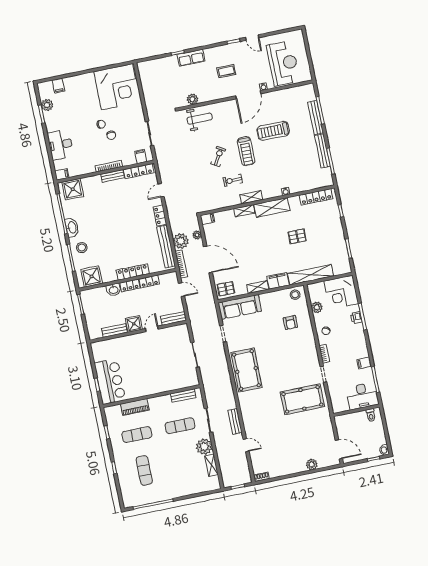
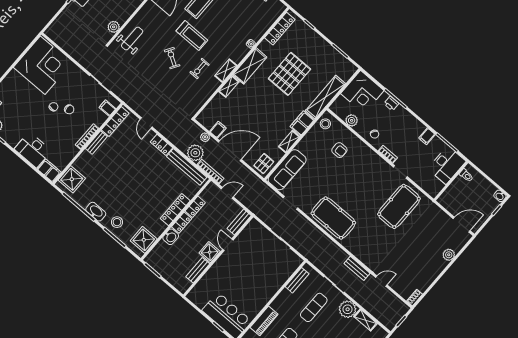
filing cabinet: (62, 174) -> (49, 171), width x2.00
filing cabinet: (207, 219) -> (218, 130), moved
pallet: (297, 236) -> (289, 74), width x2.05, depth x2.00

